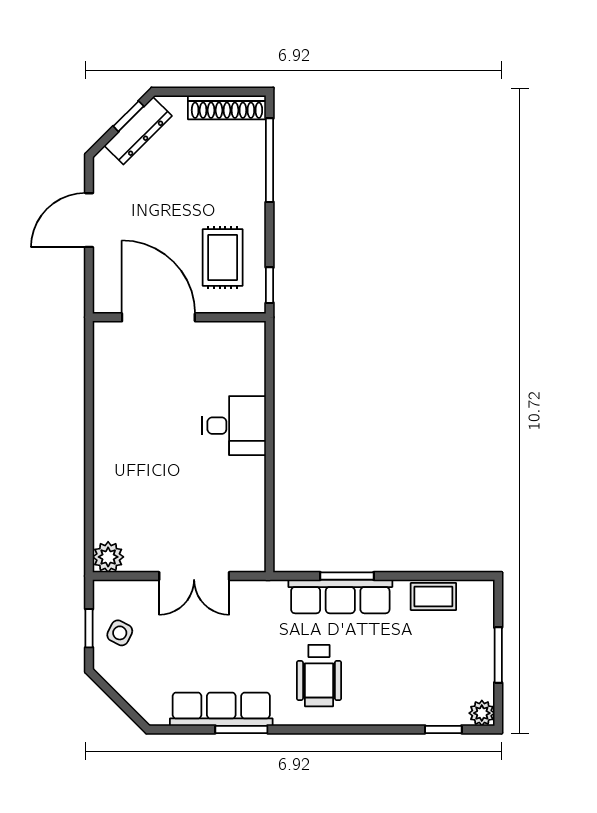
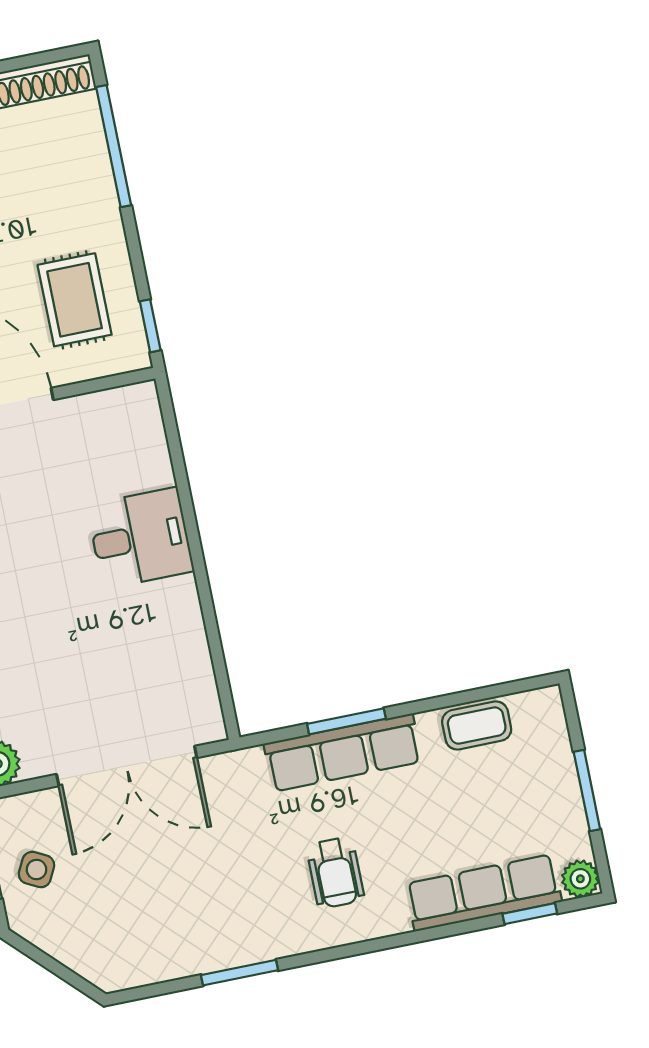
double door: (194, 576) -> (127, 766), width x1.37
wheelchair: (319, 676) -> (335, 873), width x0.73, depth x0.73
row of seats: (221, 709) -> (484, 893), moved

